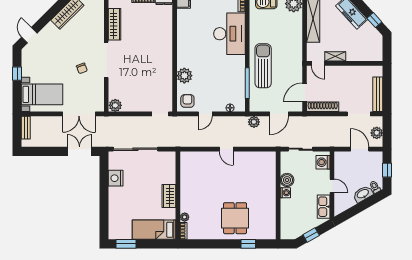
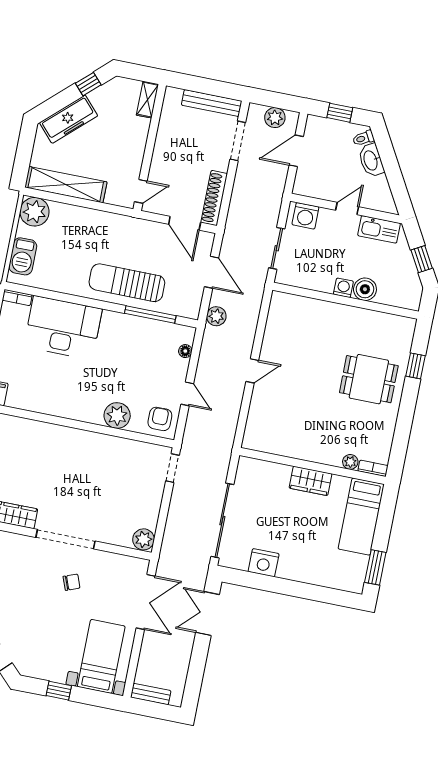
shelving: (335, 56) -> (147, 100), moved
armchair: (187, 101) -> (160, 419), turned 90
boiler: (287, 180) -> (365, 289), moved

